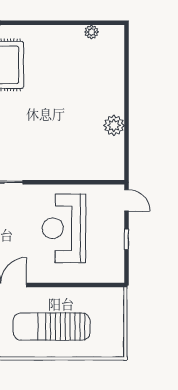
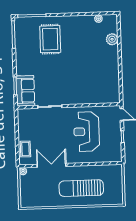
plant: (114, 125) -> (112, 39), moved

